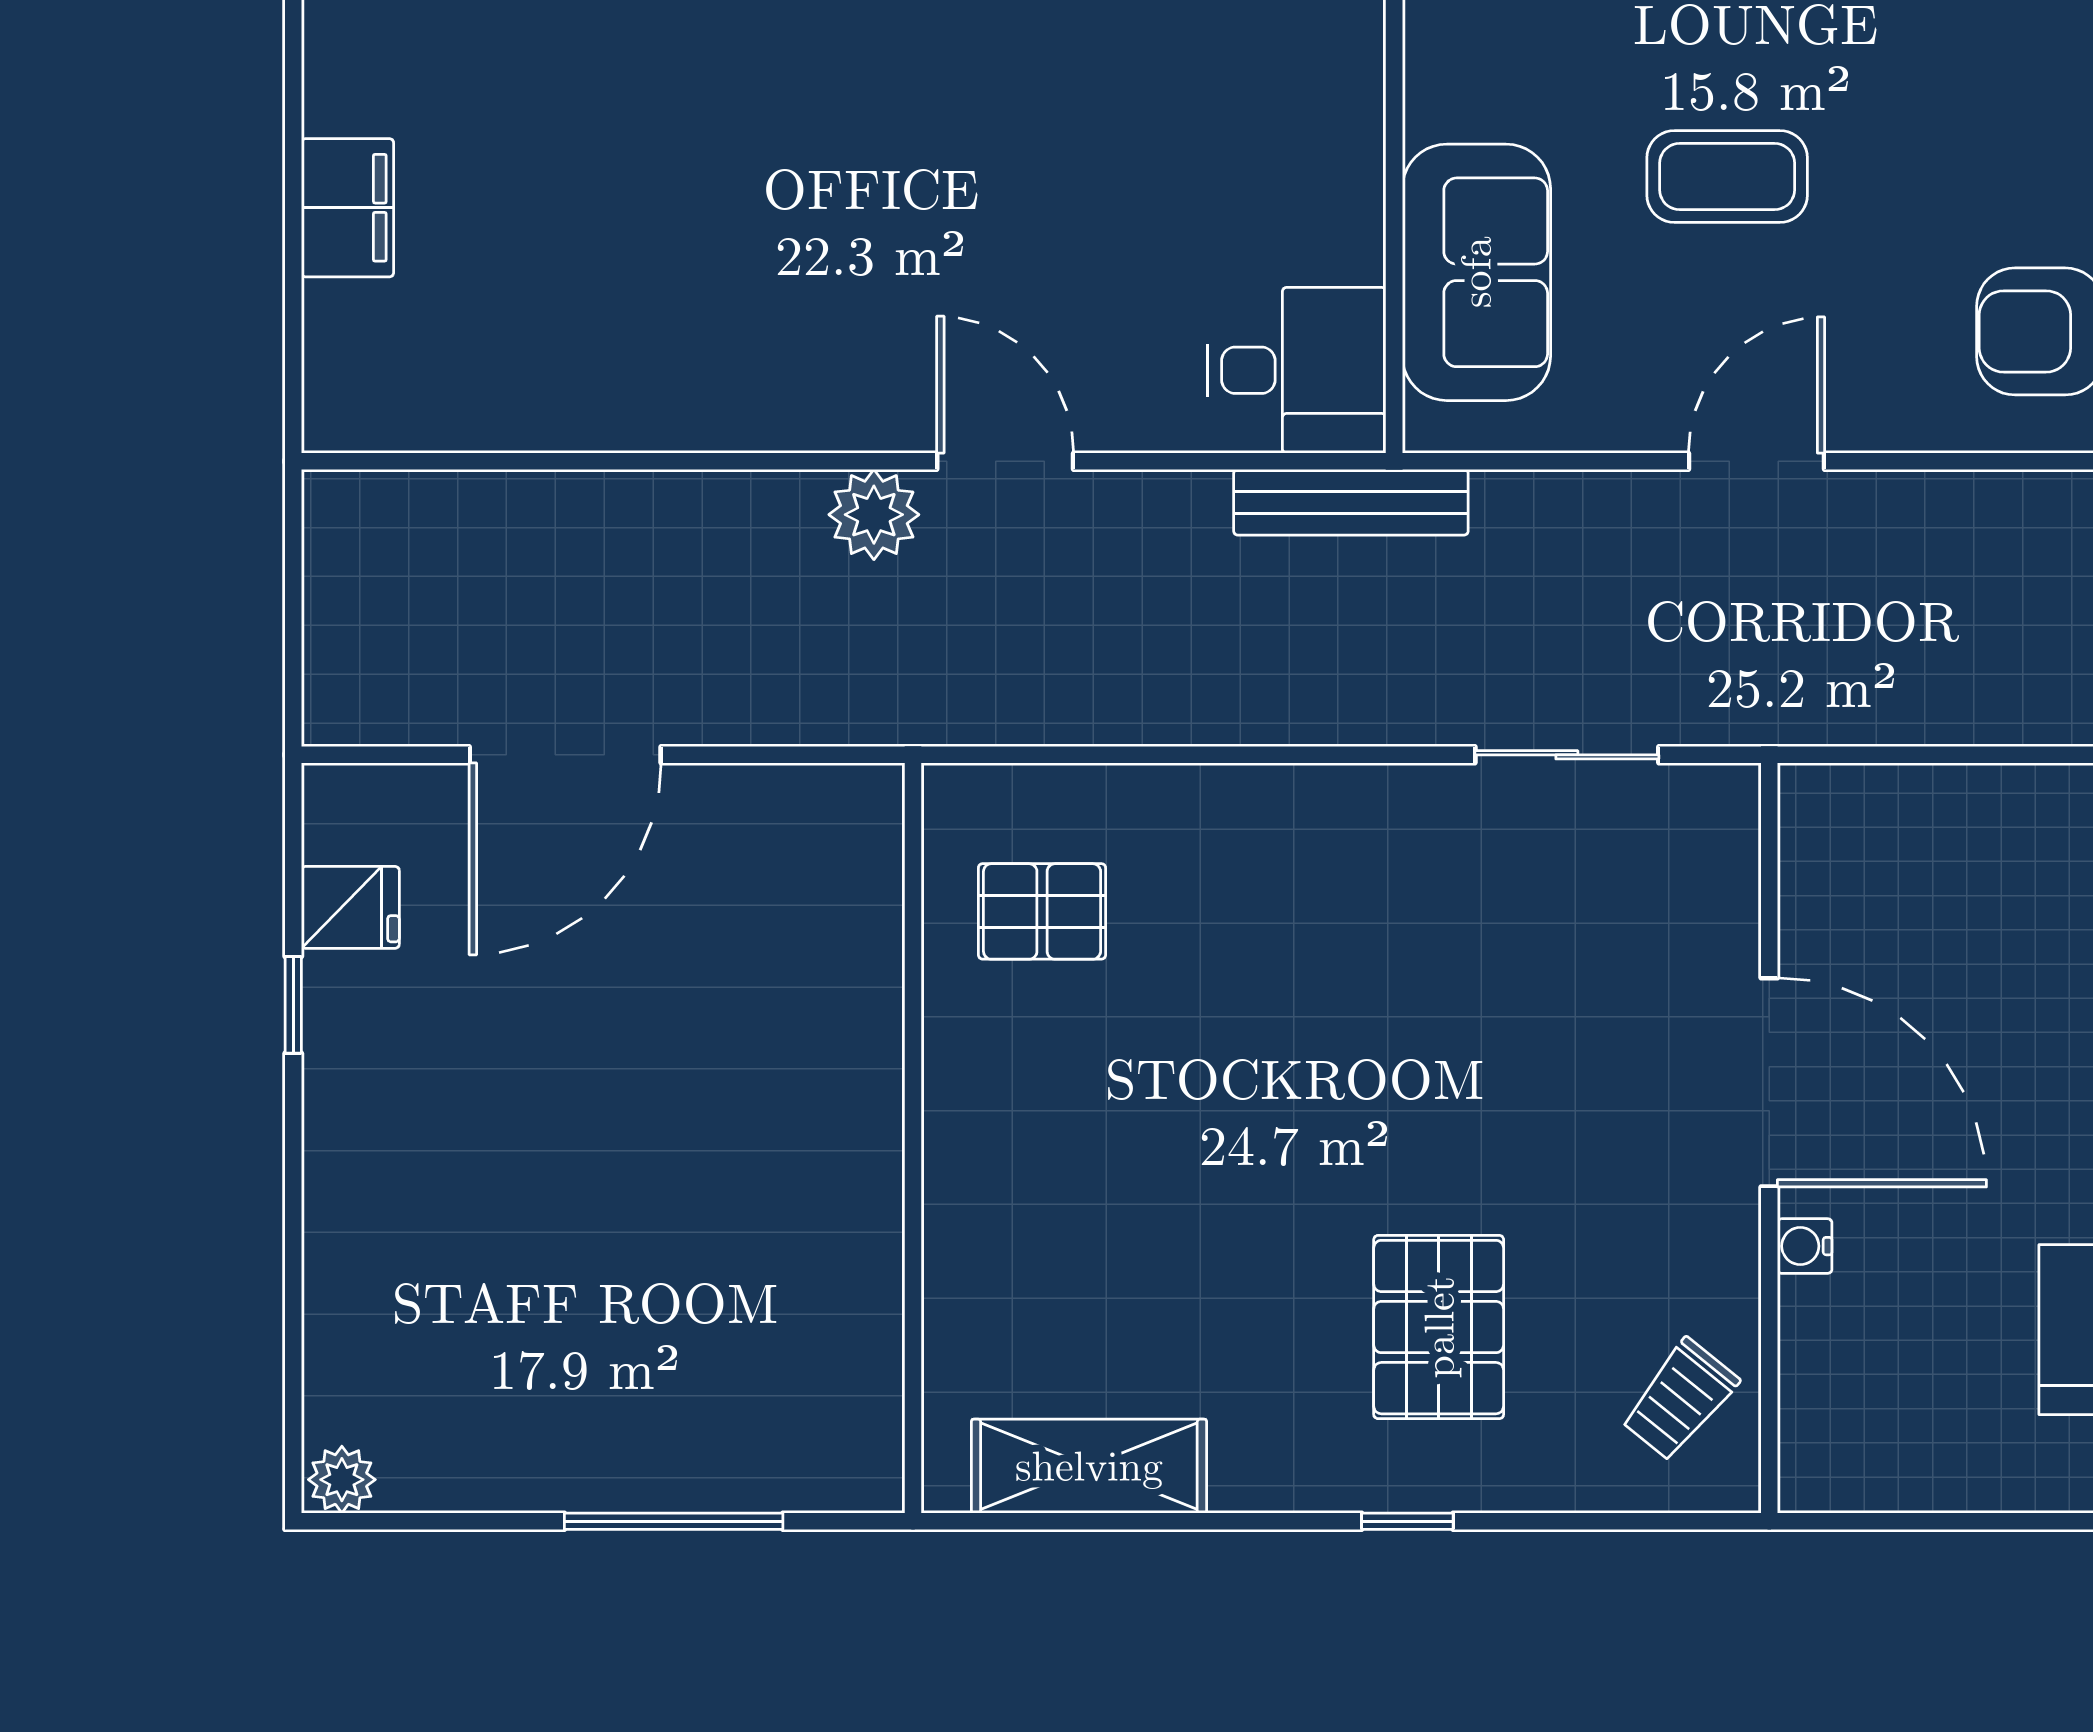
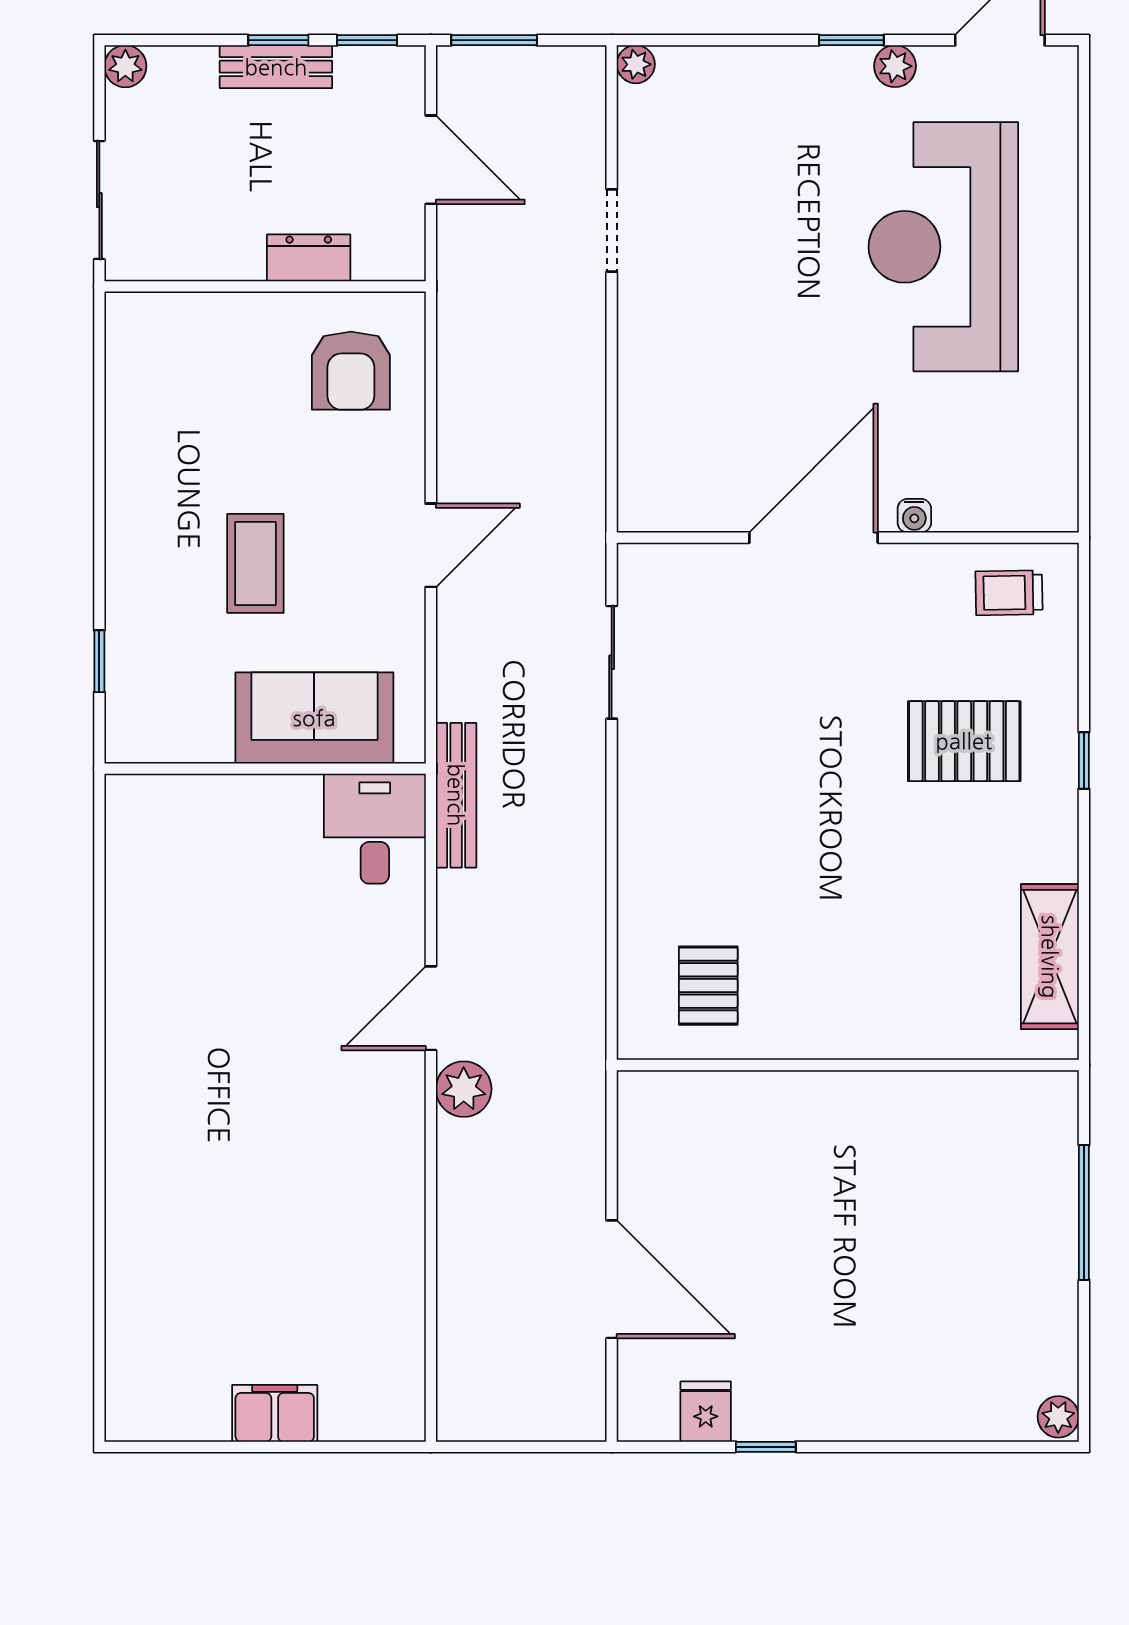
door: (1756, 461) -> (431, 545), swing flipped
trolley: (1680, 1400) -> (1009, 593), turned 140

